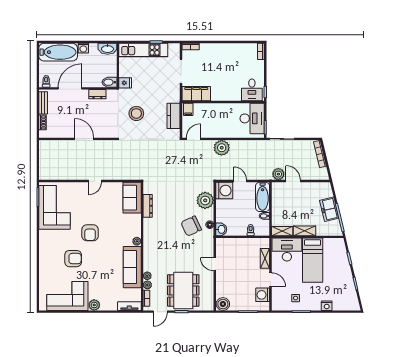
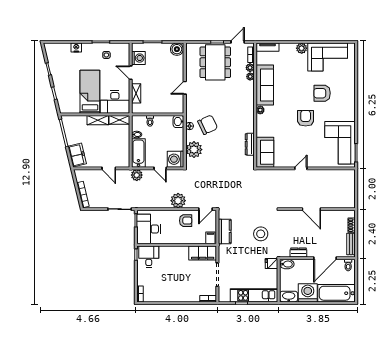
washing machine: (83, 48) -> (308, 293), width x1.89, depth x1.89
armchair: (214, 127) -> (186, 221), added
plant: (278, 174) -> (137, 175), moved
freezer: (329, 209) -> (77, 155), moved
door: (215, 264) -> (185, 88), swing flipped

